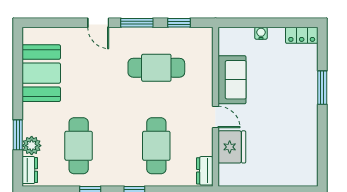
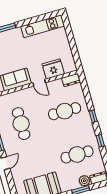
door: (215, 117) -> (39, 83), swing flipped
kitchen unit: (307, 150) -> (43, 26), added

